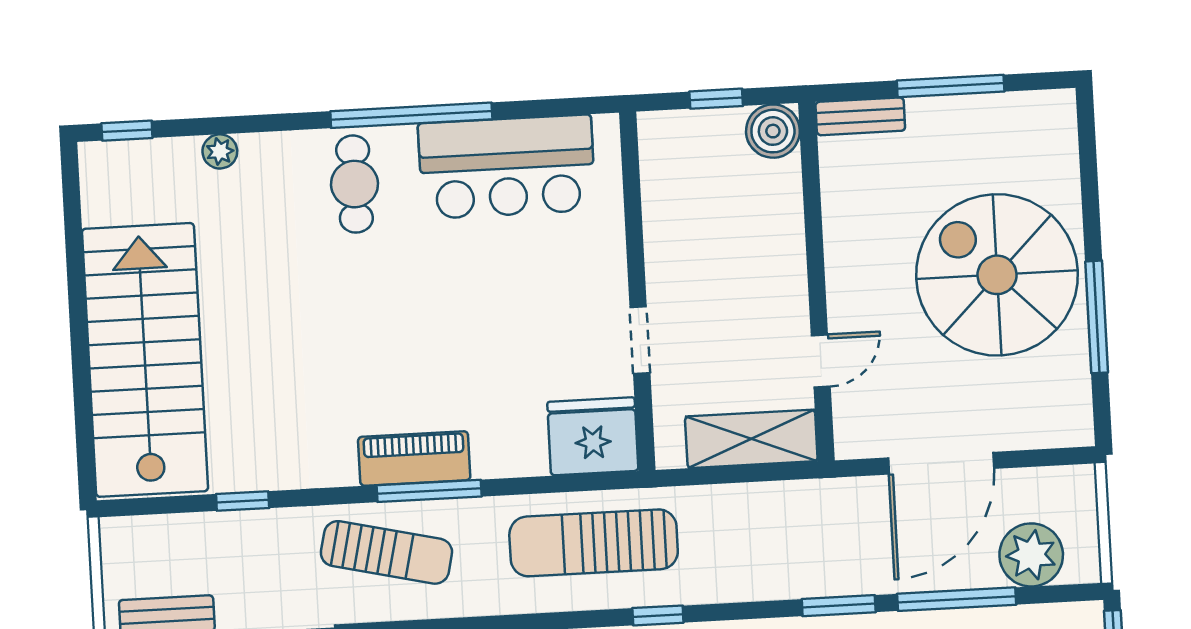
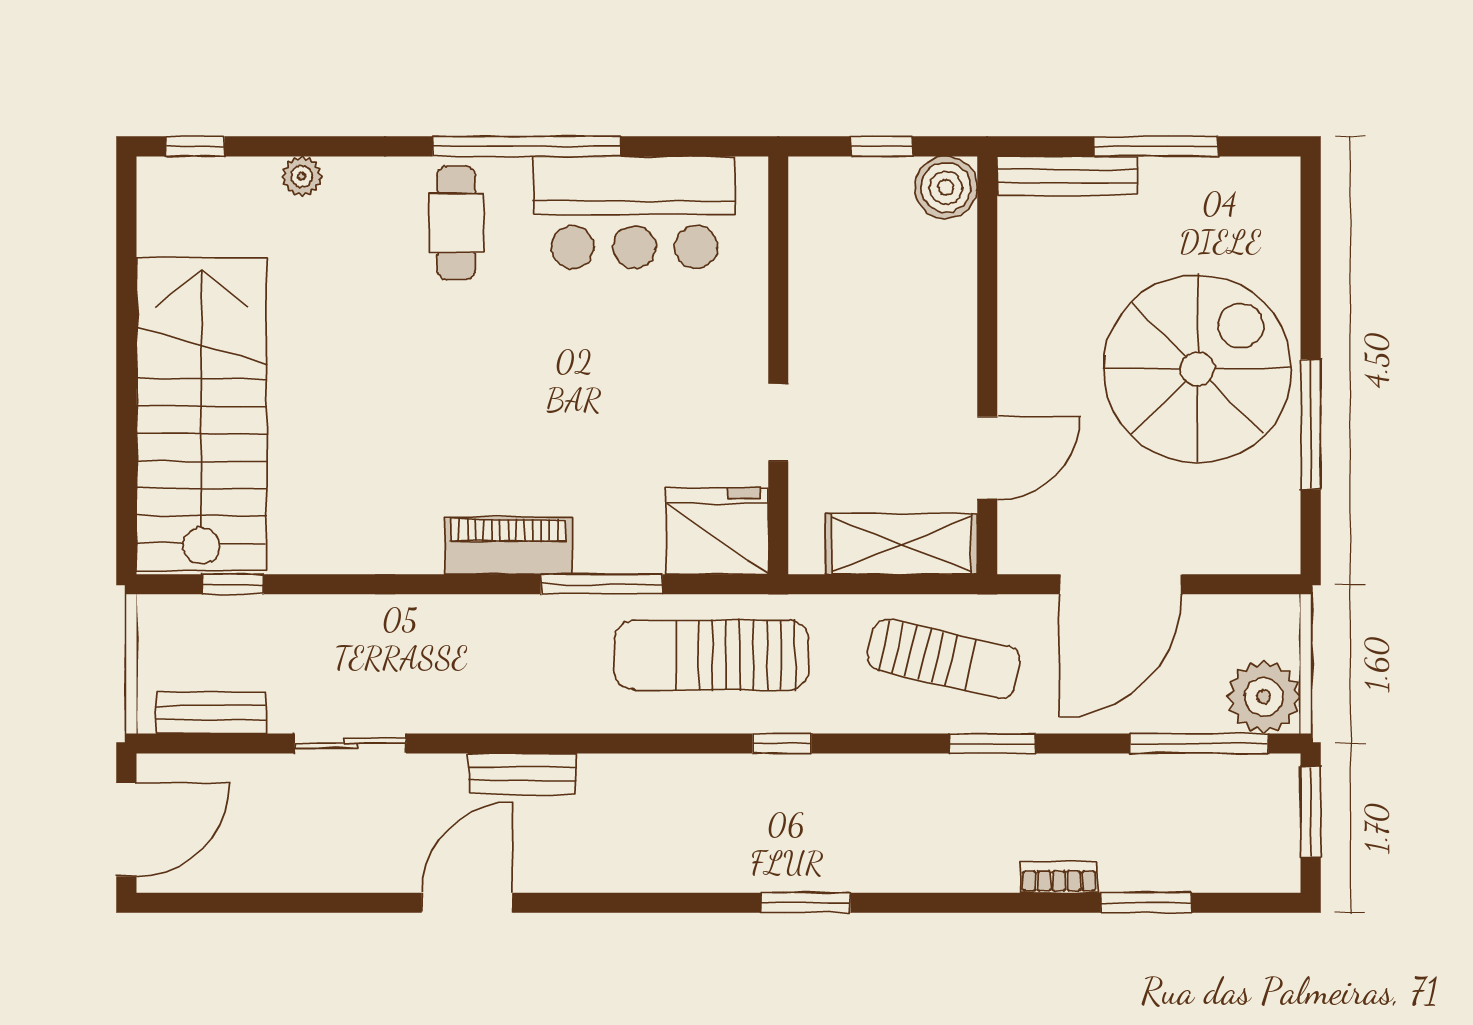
bench: (860, 116) -> (1067, 176), width x1.36
spiral stairs: (997, 275) -> (1198, 369), turned 90
door: (821, 361) -> (987, 458), width x1.38
window: (429, 491) -> (601, 584), moved
window: (243, 501) -> (233, 584), moved
sun lounger: (386, 552) -> (944, 659), moved
plant: (1031, 555) -> (1264, 697), moved
window: (957, 599) -> (1199, 743), moved

